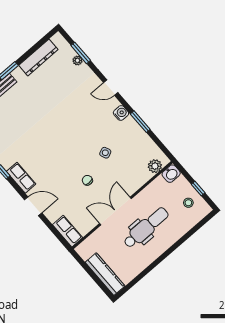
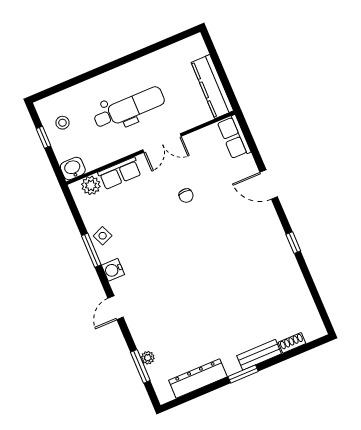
door: (111, 88) -> (116, 308), swing flipped
side table: (105, 153) -> (103, 236), moved
row of seats: (21, 178) -> (120, 173), moved, turned -90
double door: (116, 211) -> (162, 143), width x0.73
dental chair: (146, 228) -> (129, 108), turned 180
kitchen counter: (105, 274) -> (212, 87), moved

